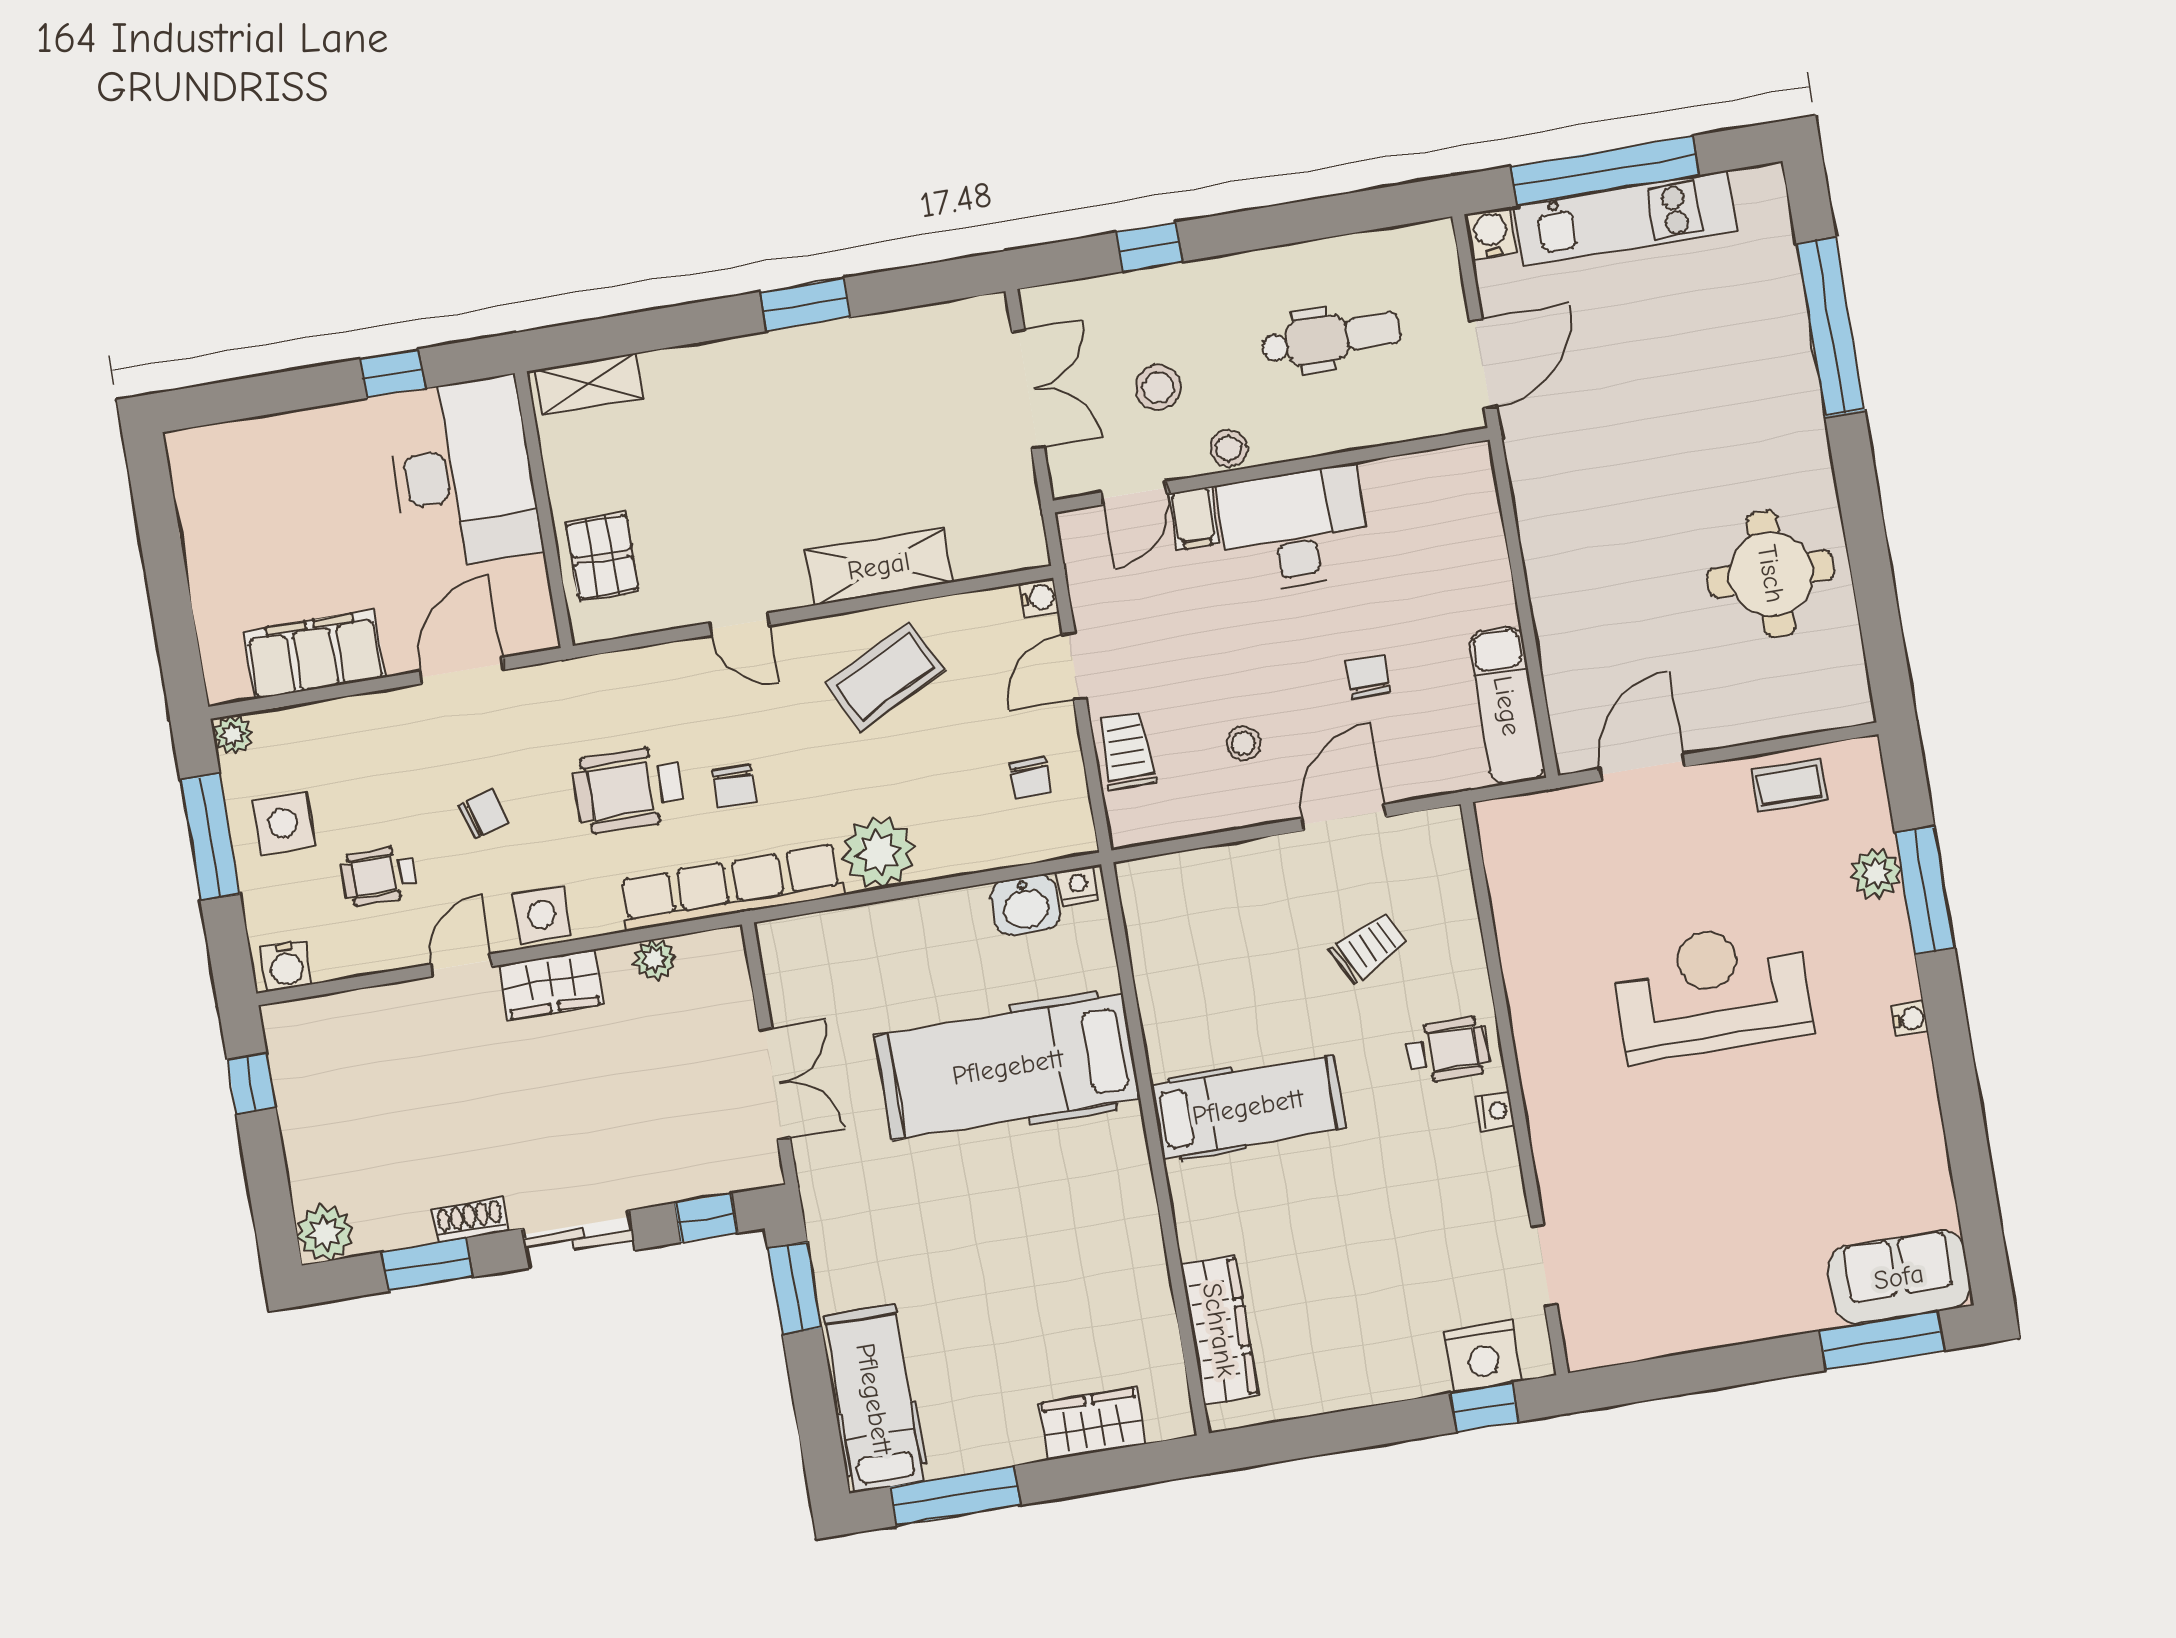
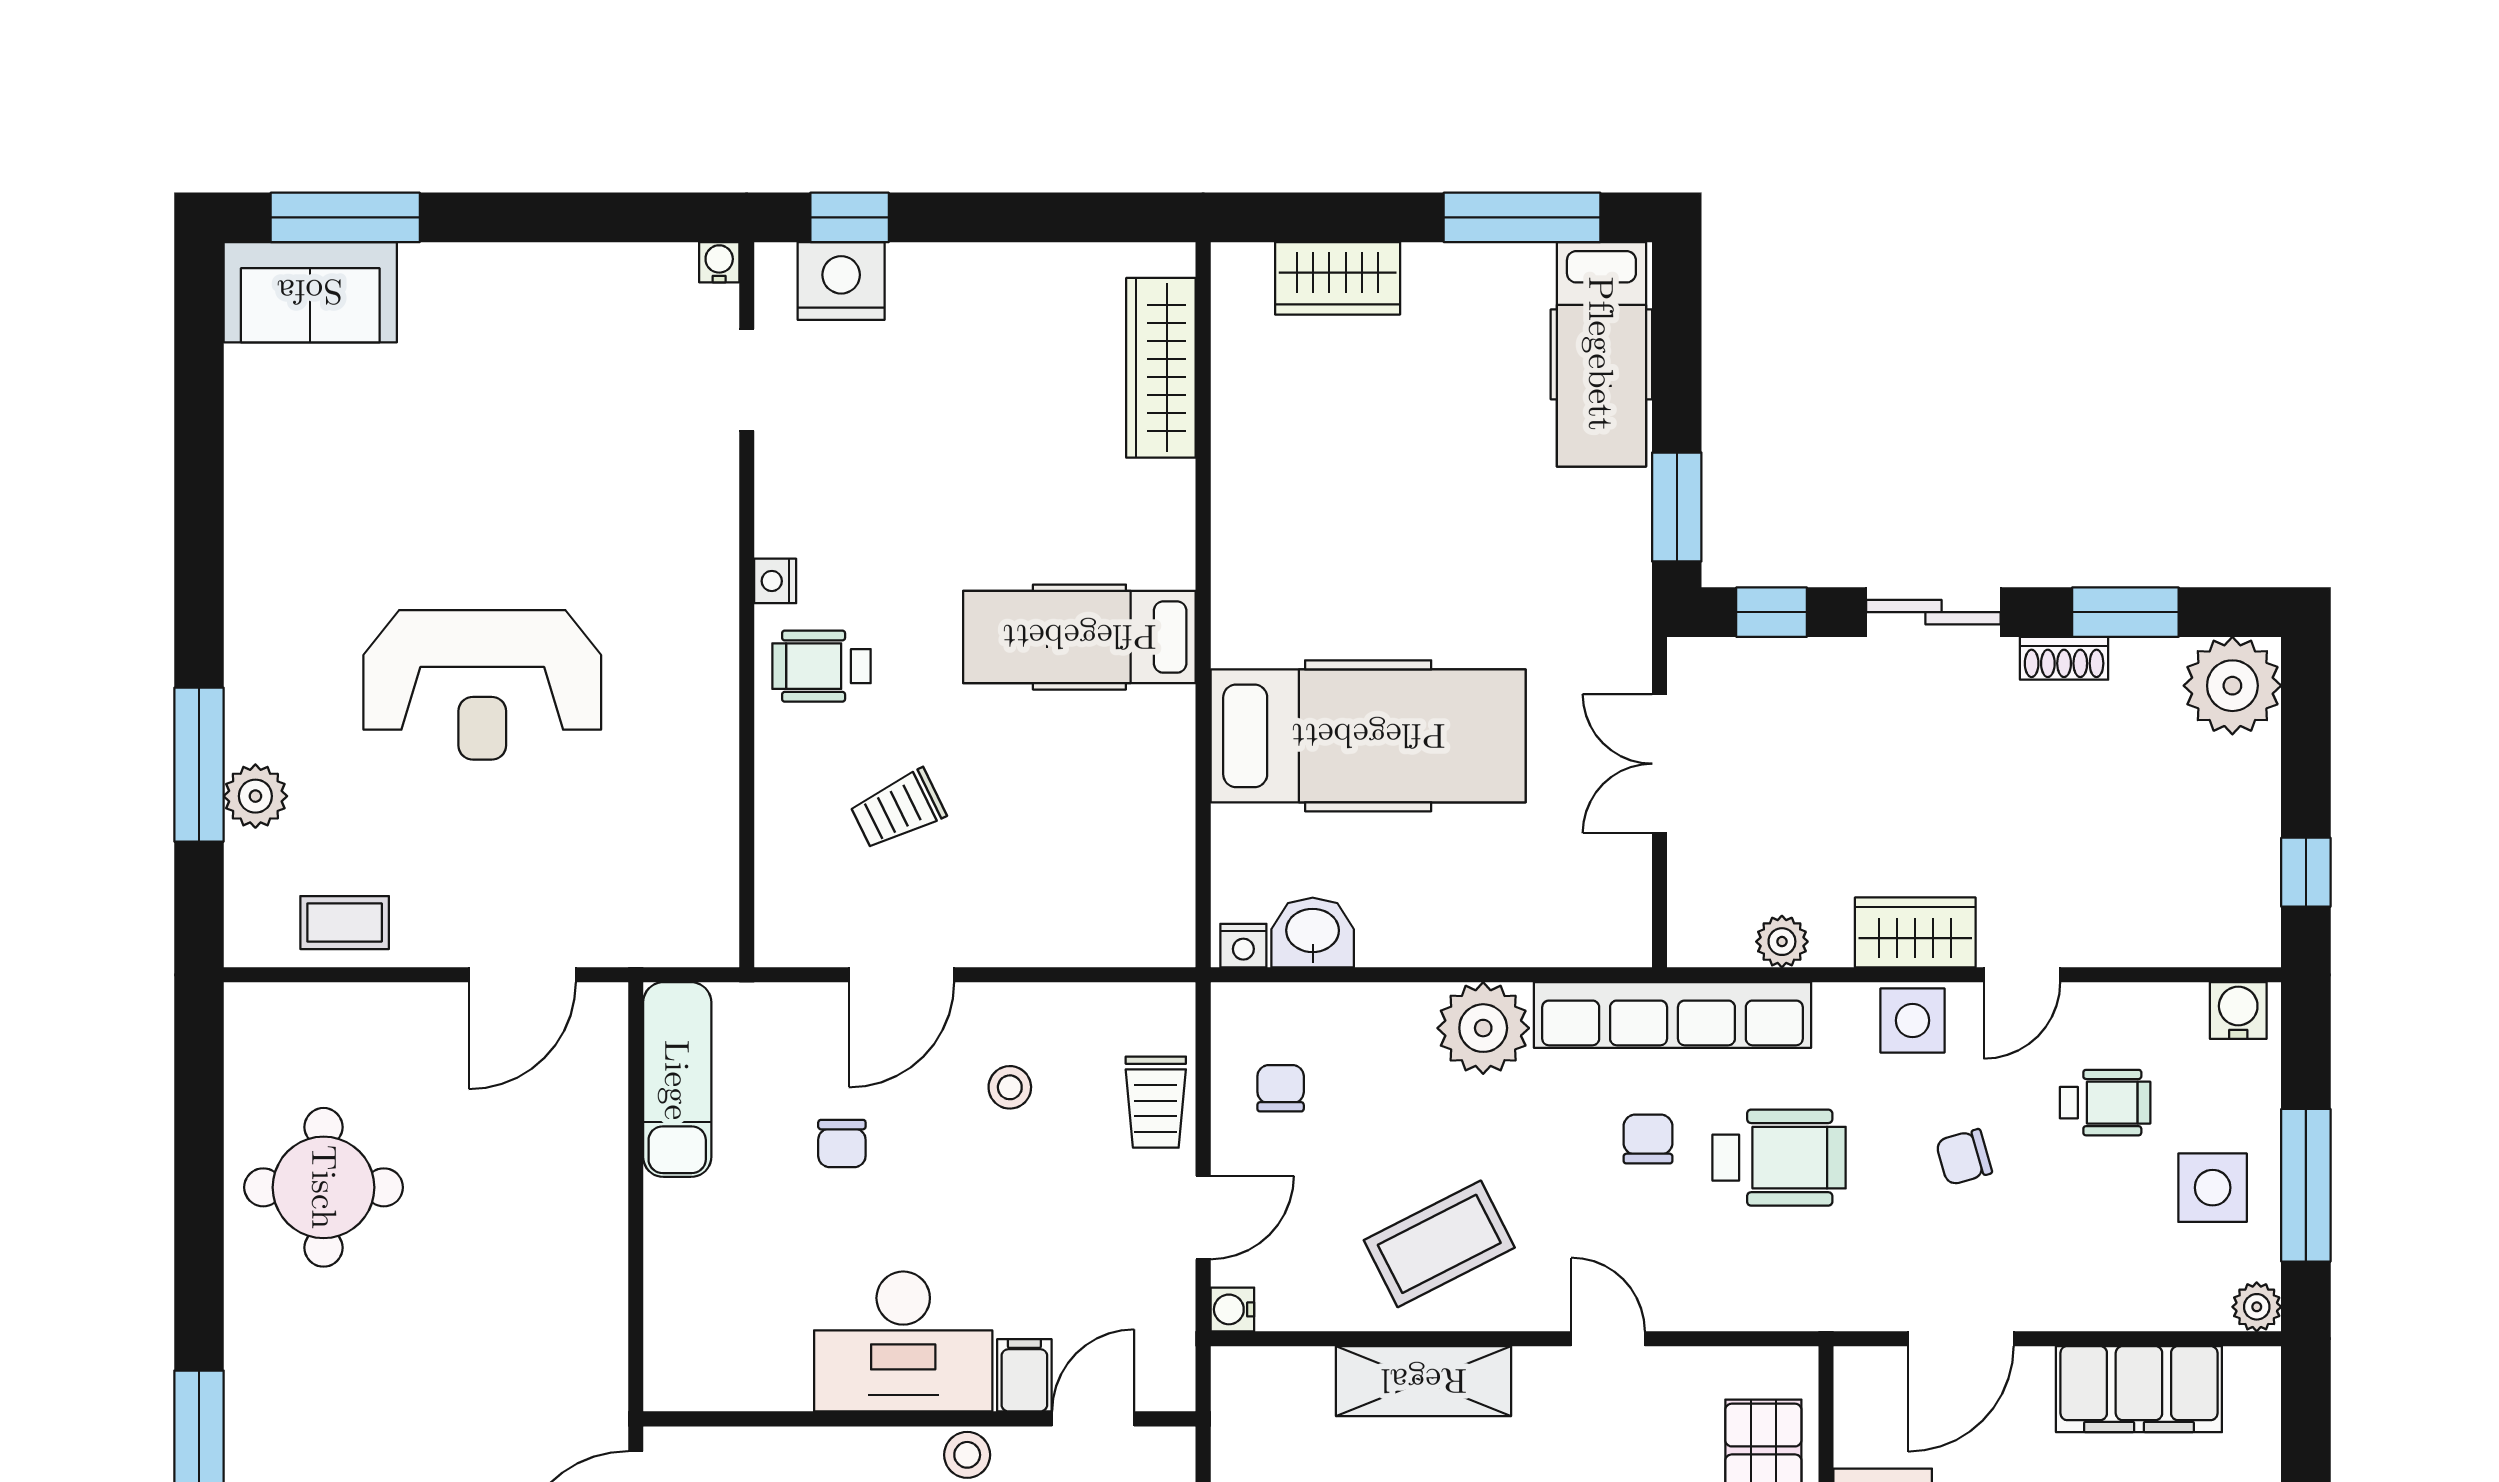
water cooler: (1910, 1019) -> (719, 262), moved, turned 90
plant: (325, 1233) -> (2232, 686), width x1.36, depth x1.36

